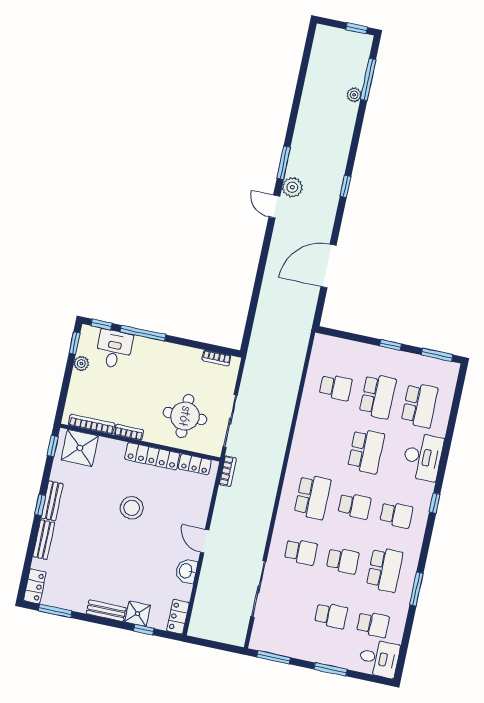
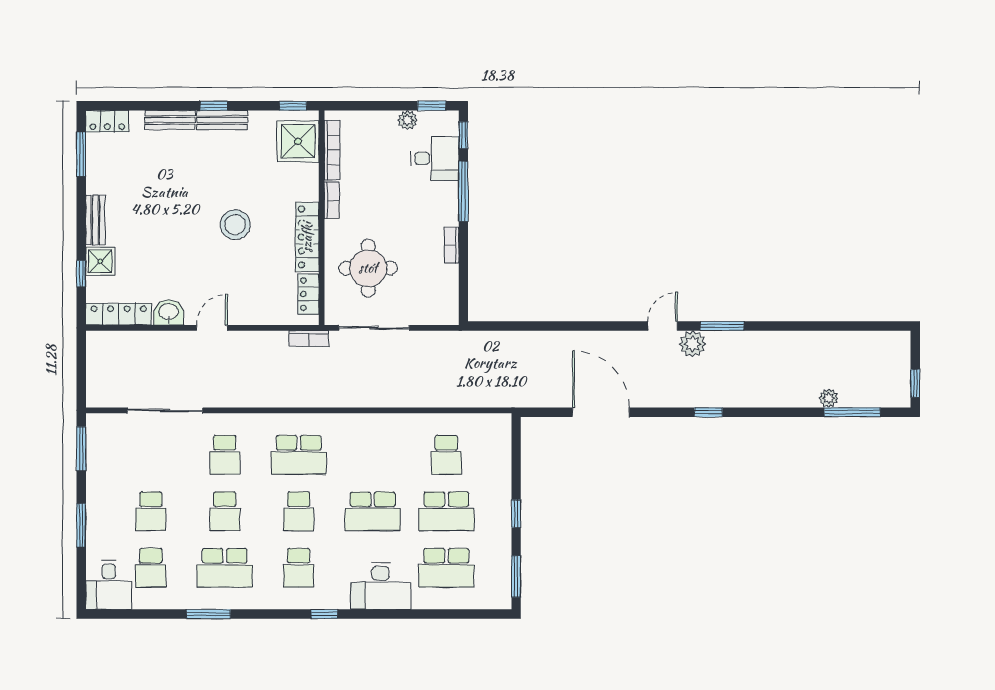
bookcase: (216, 358) -> (452, 245), moved
locker: (178, 617) -> (119, 314), width x1.53

